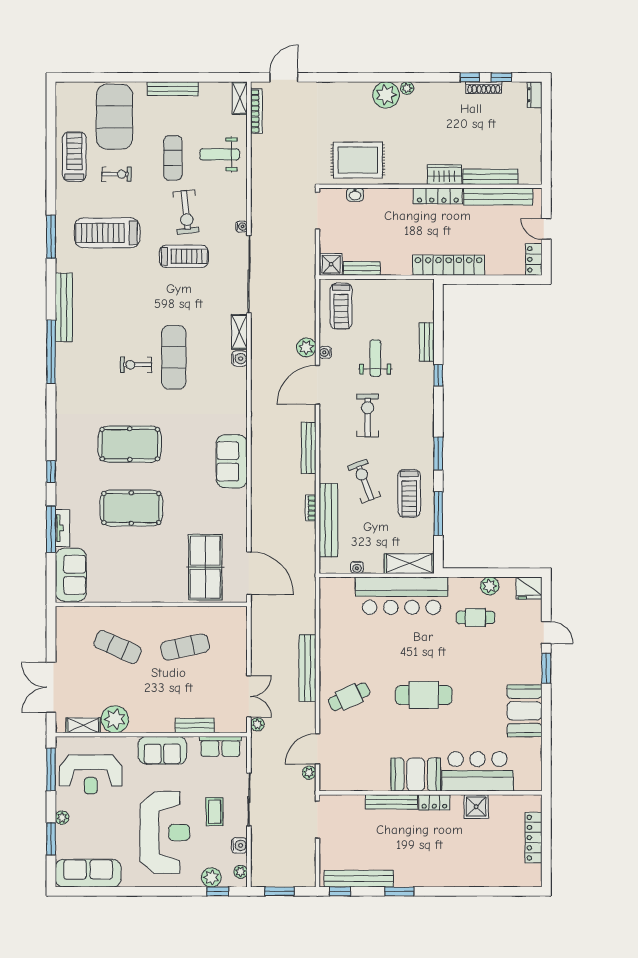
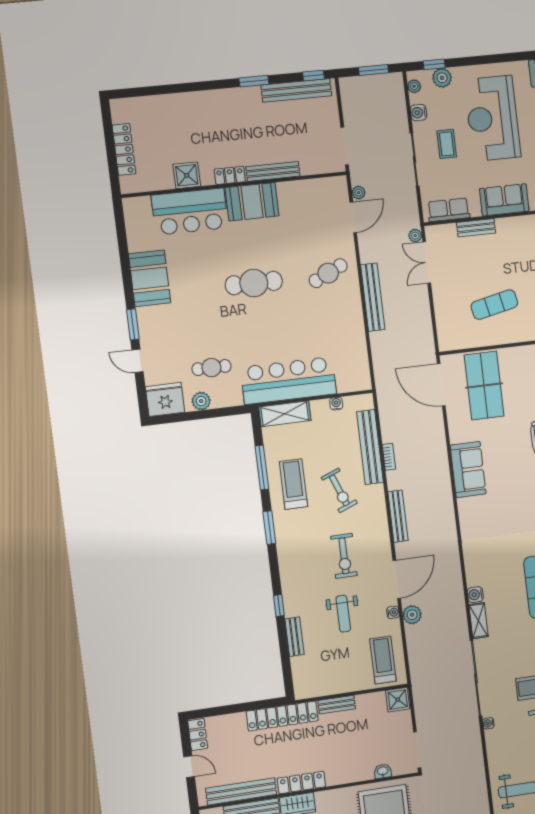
bench: (362, 268) -> (337, 705), moved
sofa: (232, 461) -> (468, 470), moved
fridge: (529, 588) -> (165, 399), width x1.36, depth x1.34

